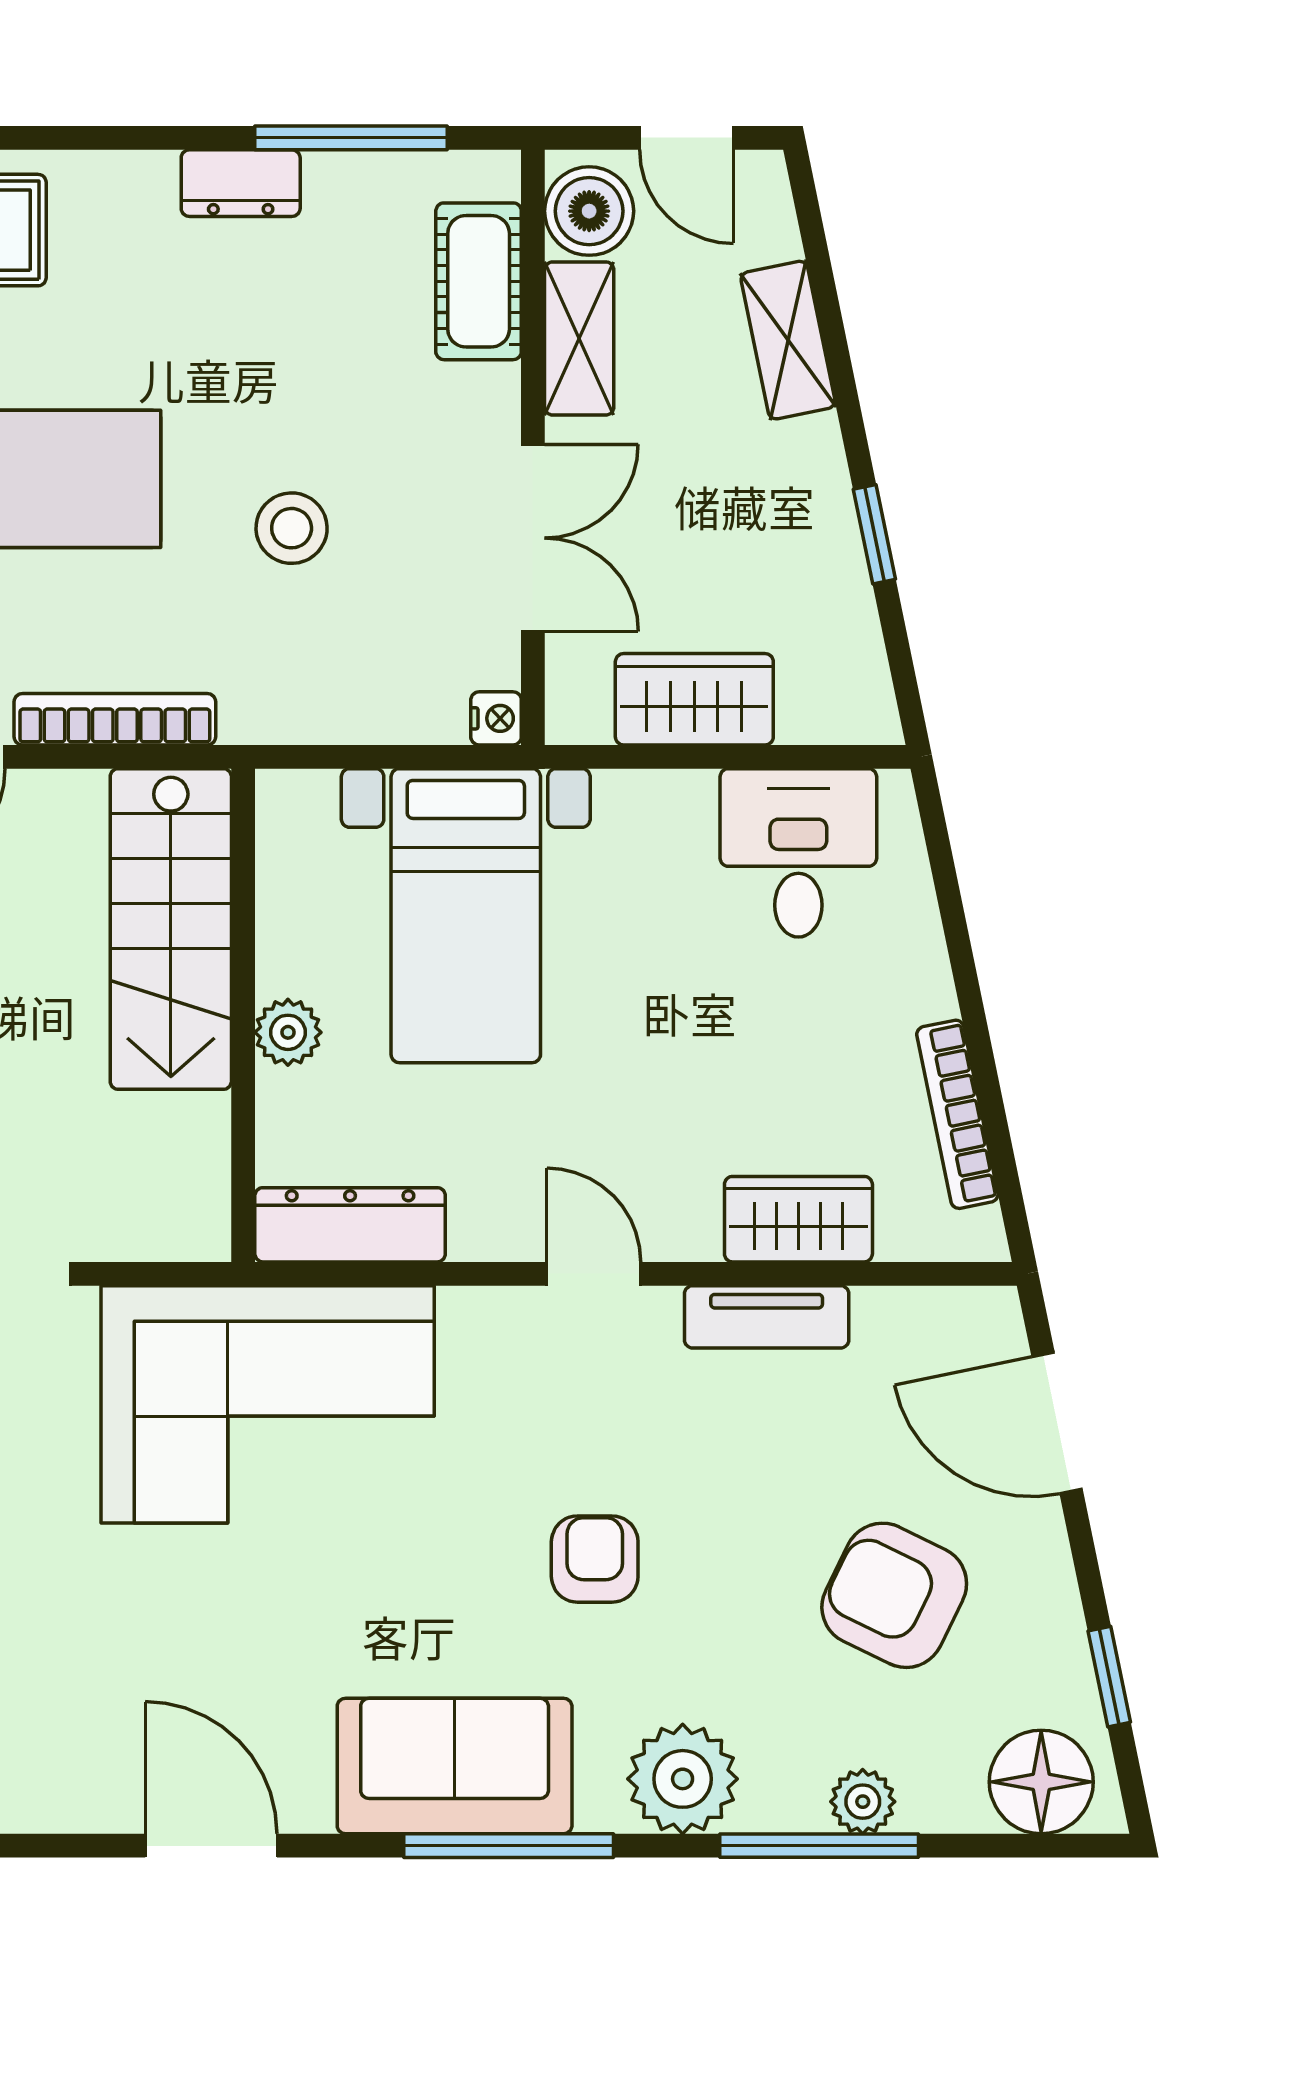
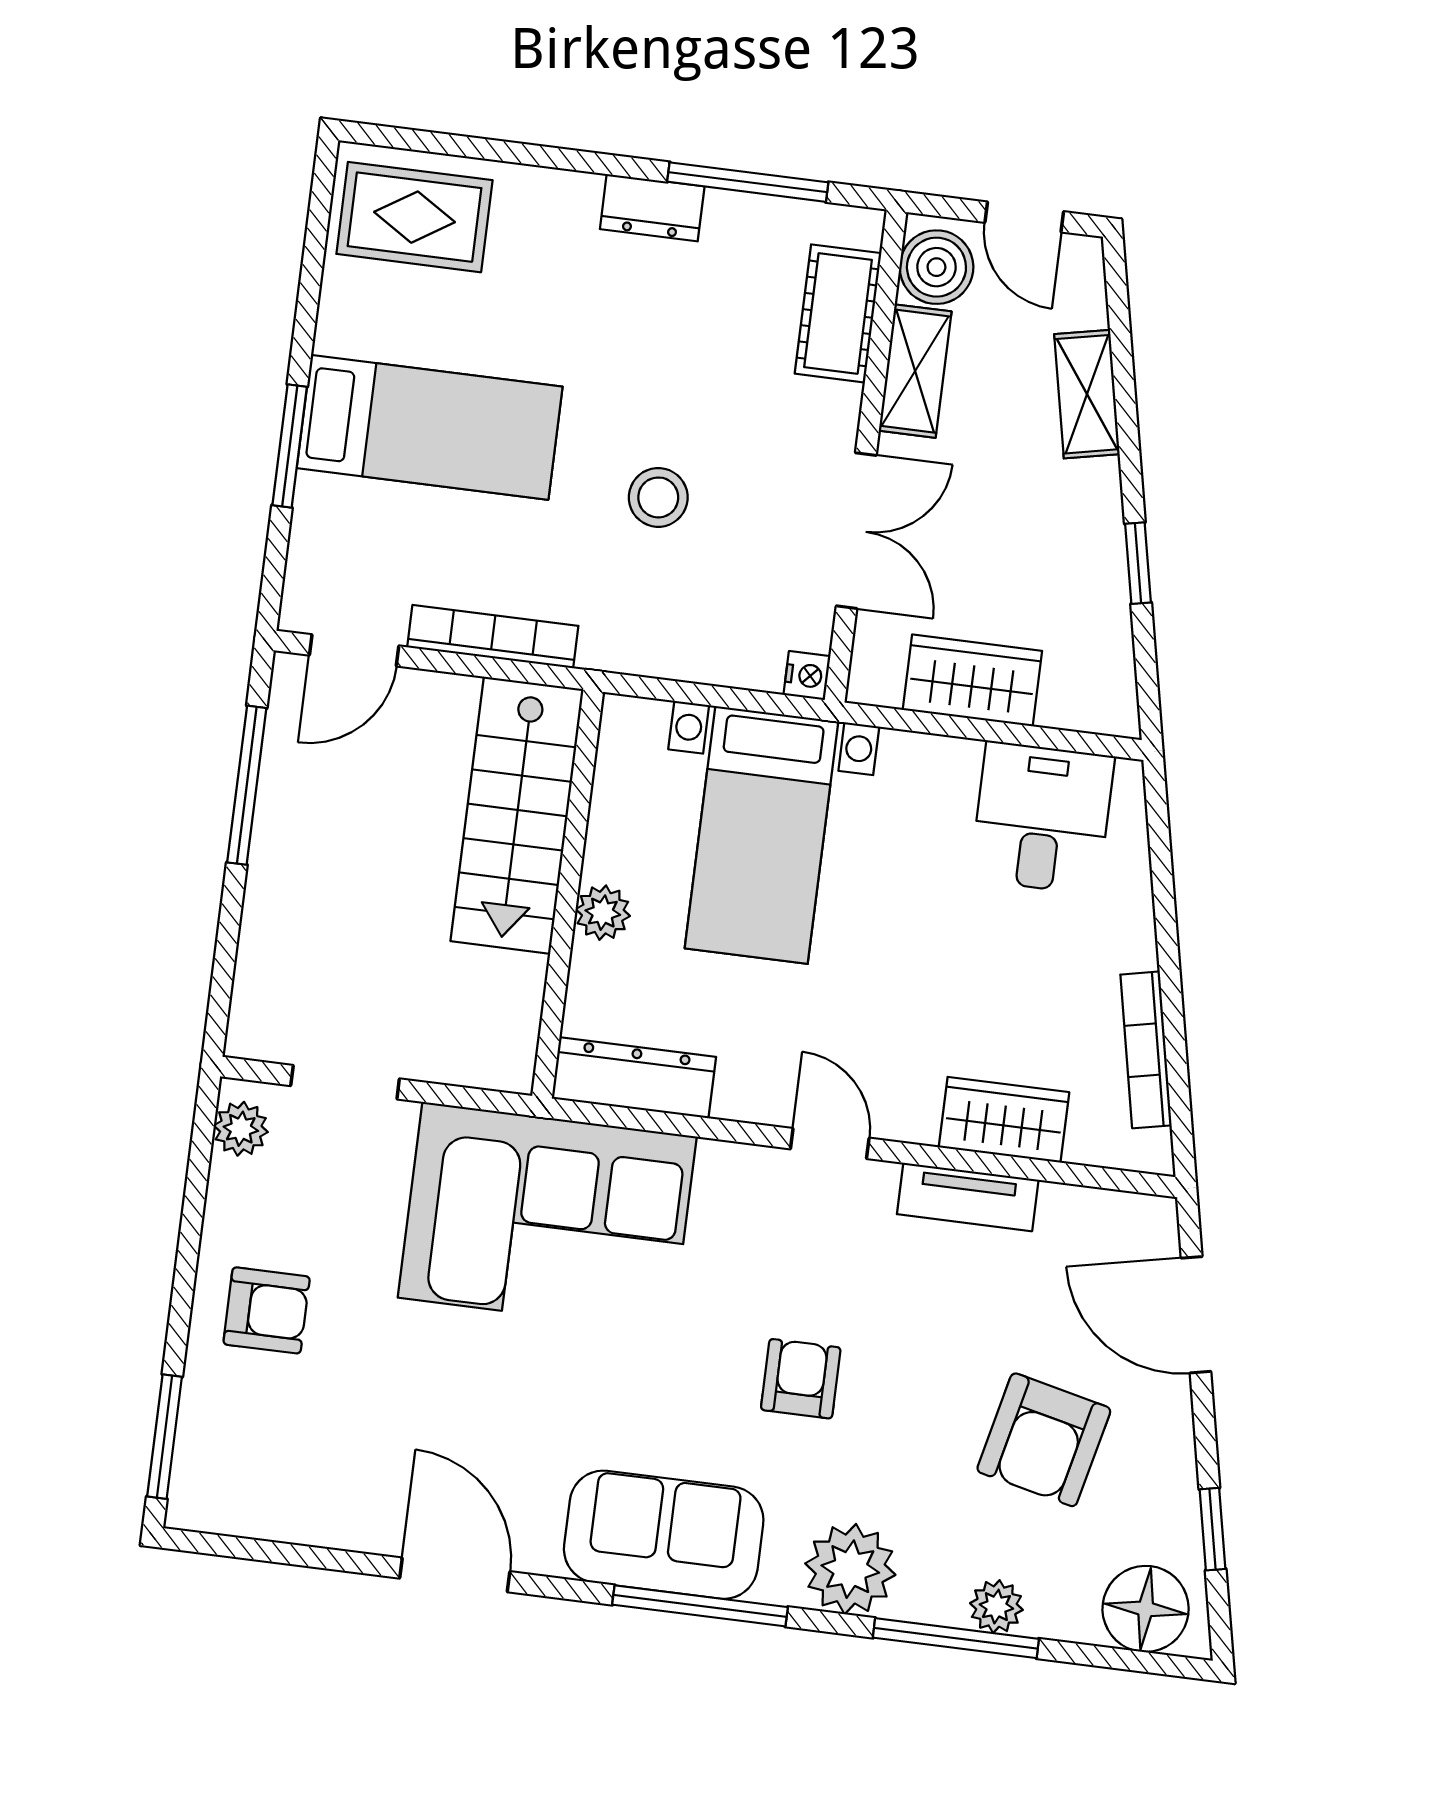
armchair: (894, 1595) -> (1044, 1440), turned -103

